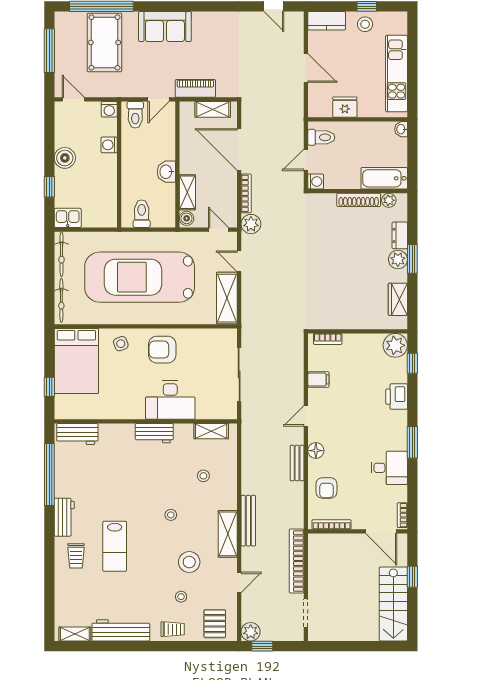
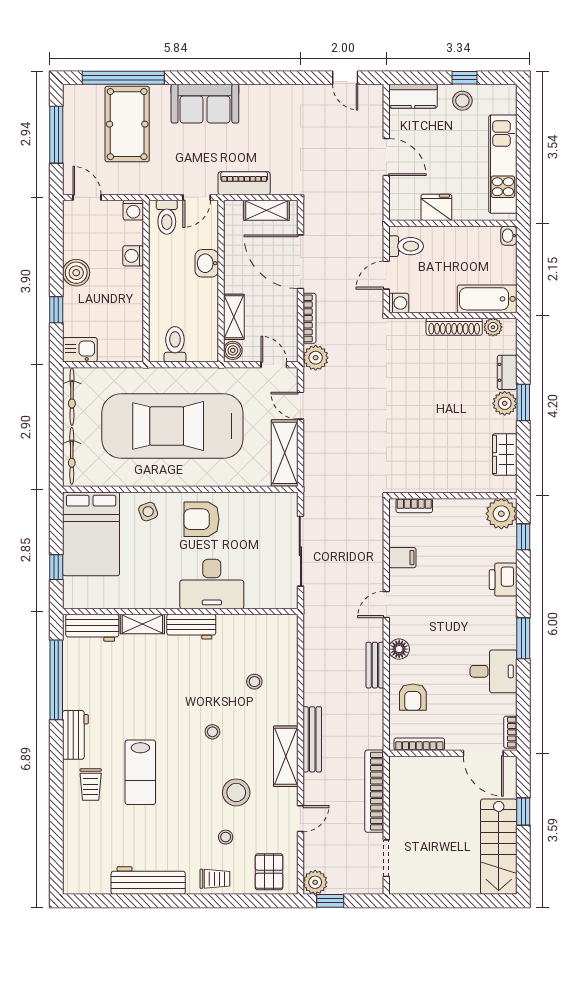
washbasin: (166, 172) -> (207, 263), moved
shelving: (211, 431) -> (142, 624), moved
shelving: (75, 634) -> (89, 885), removed

